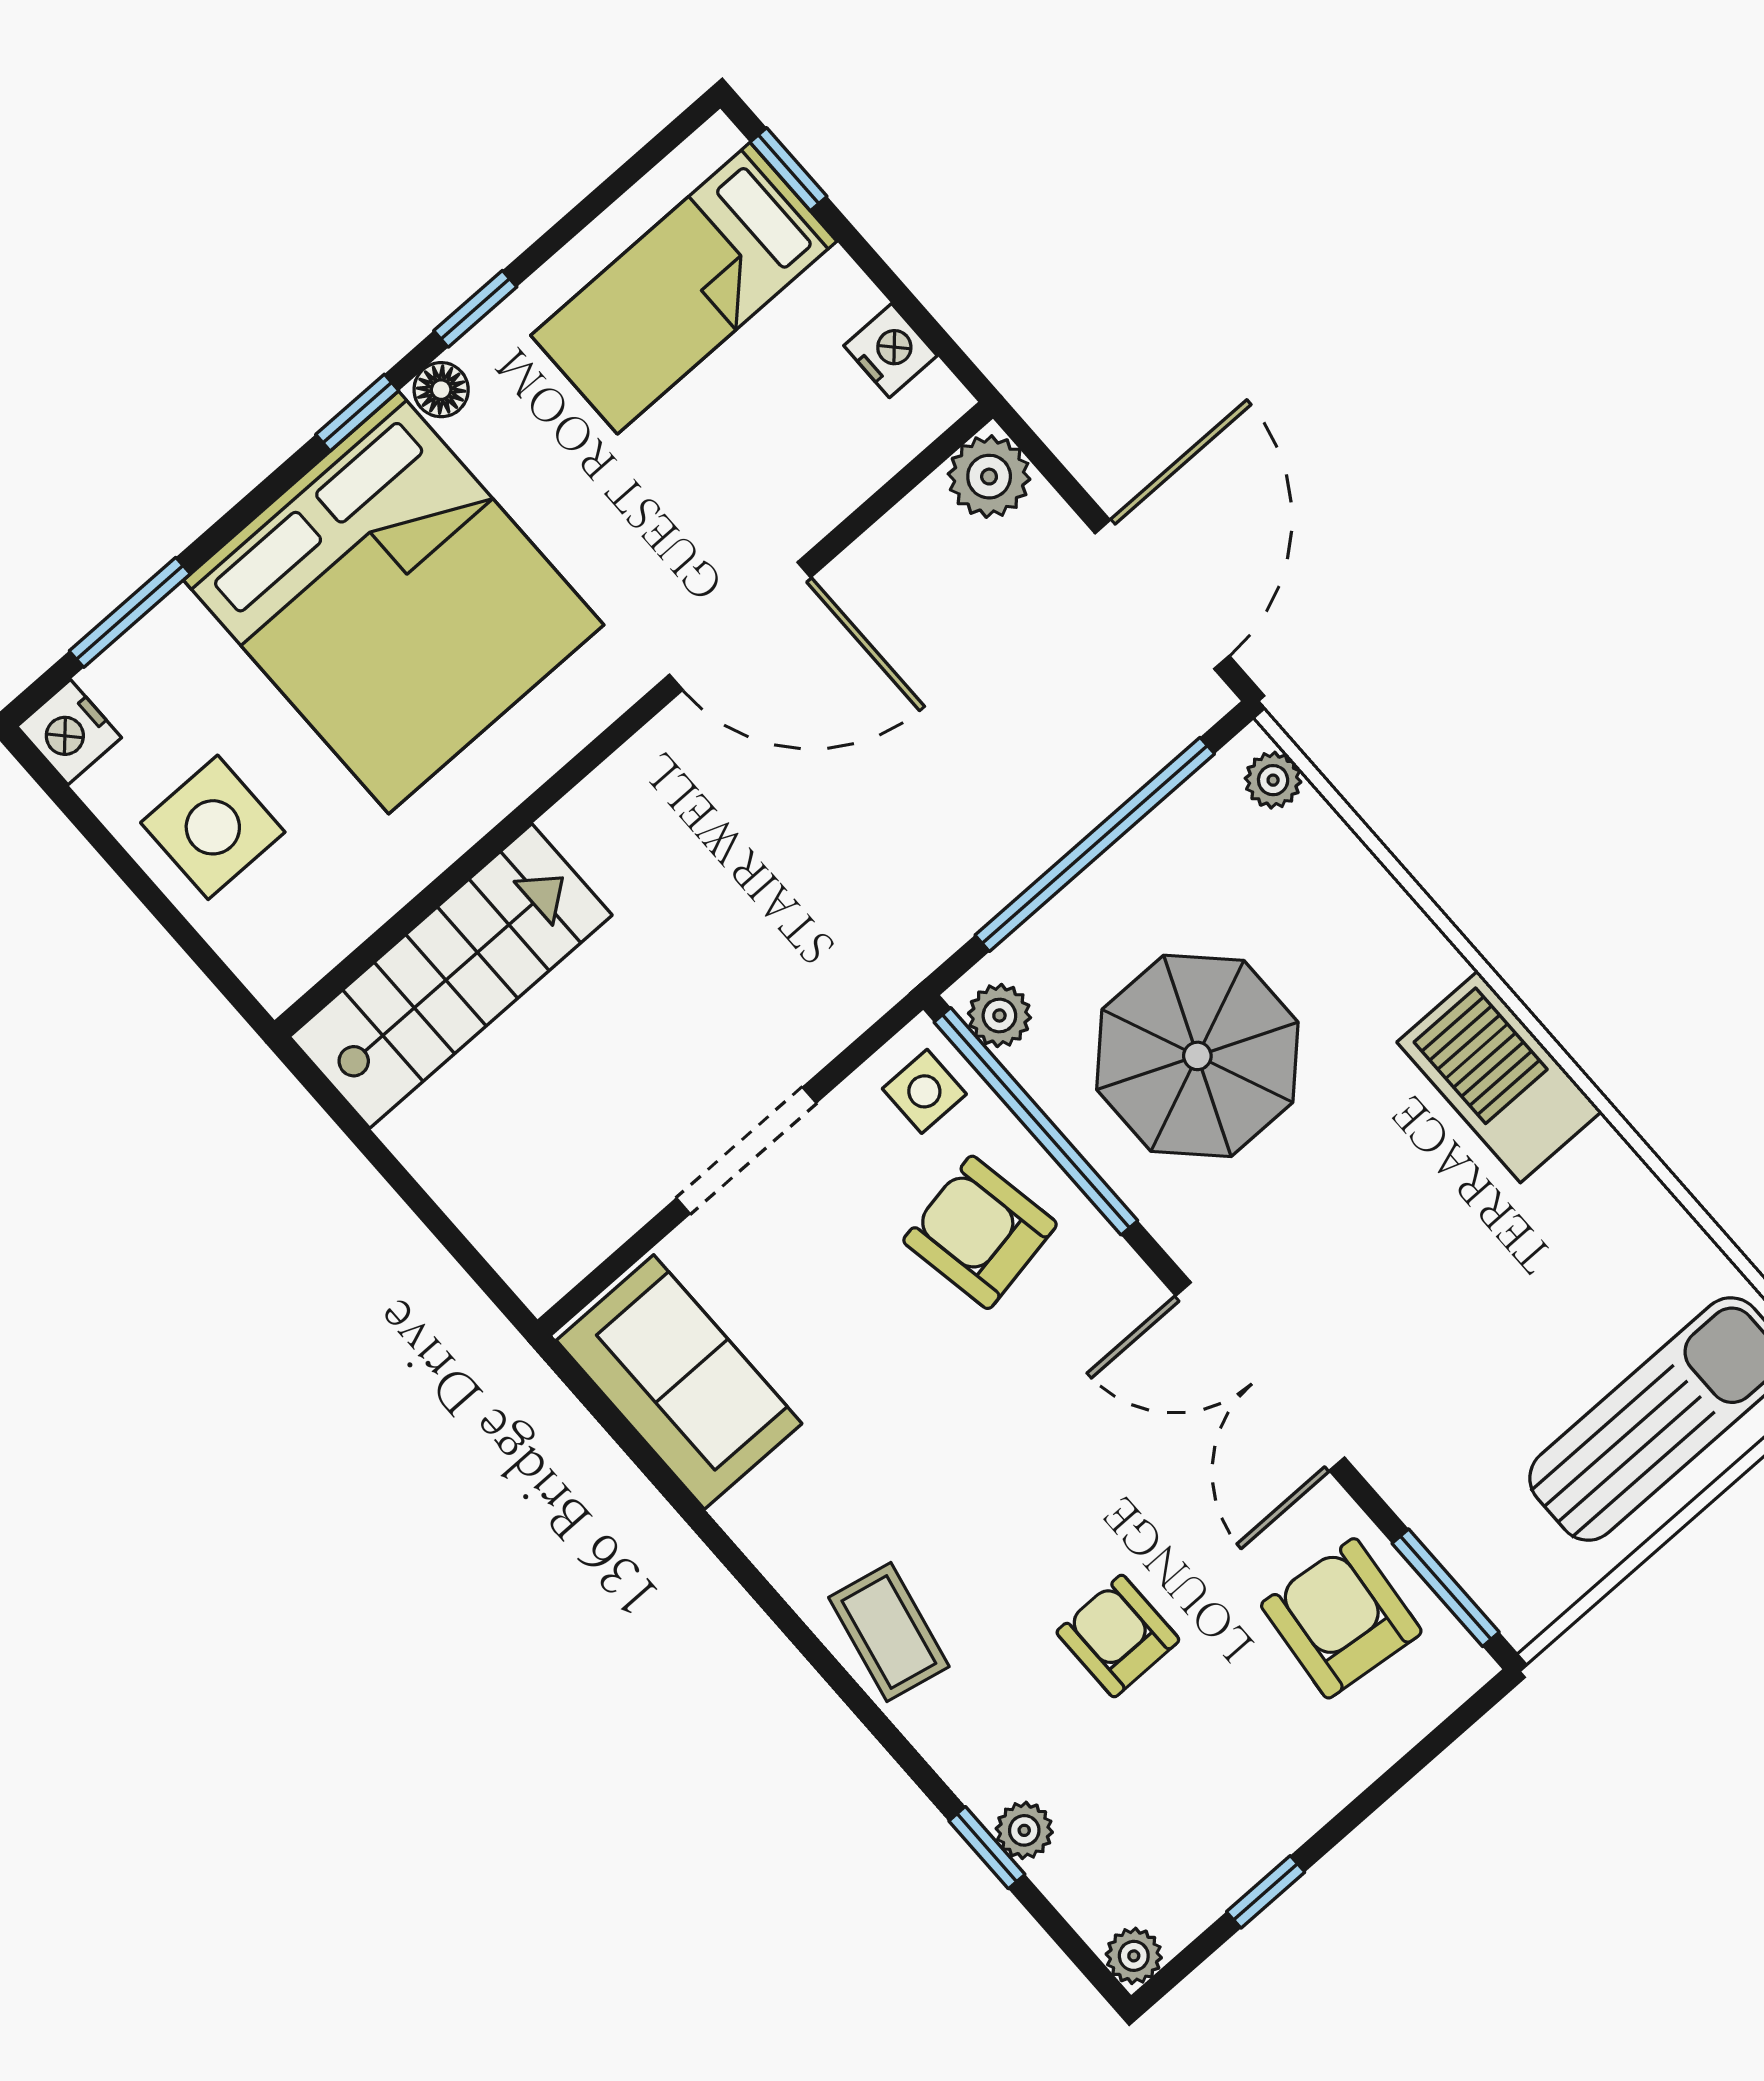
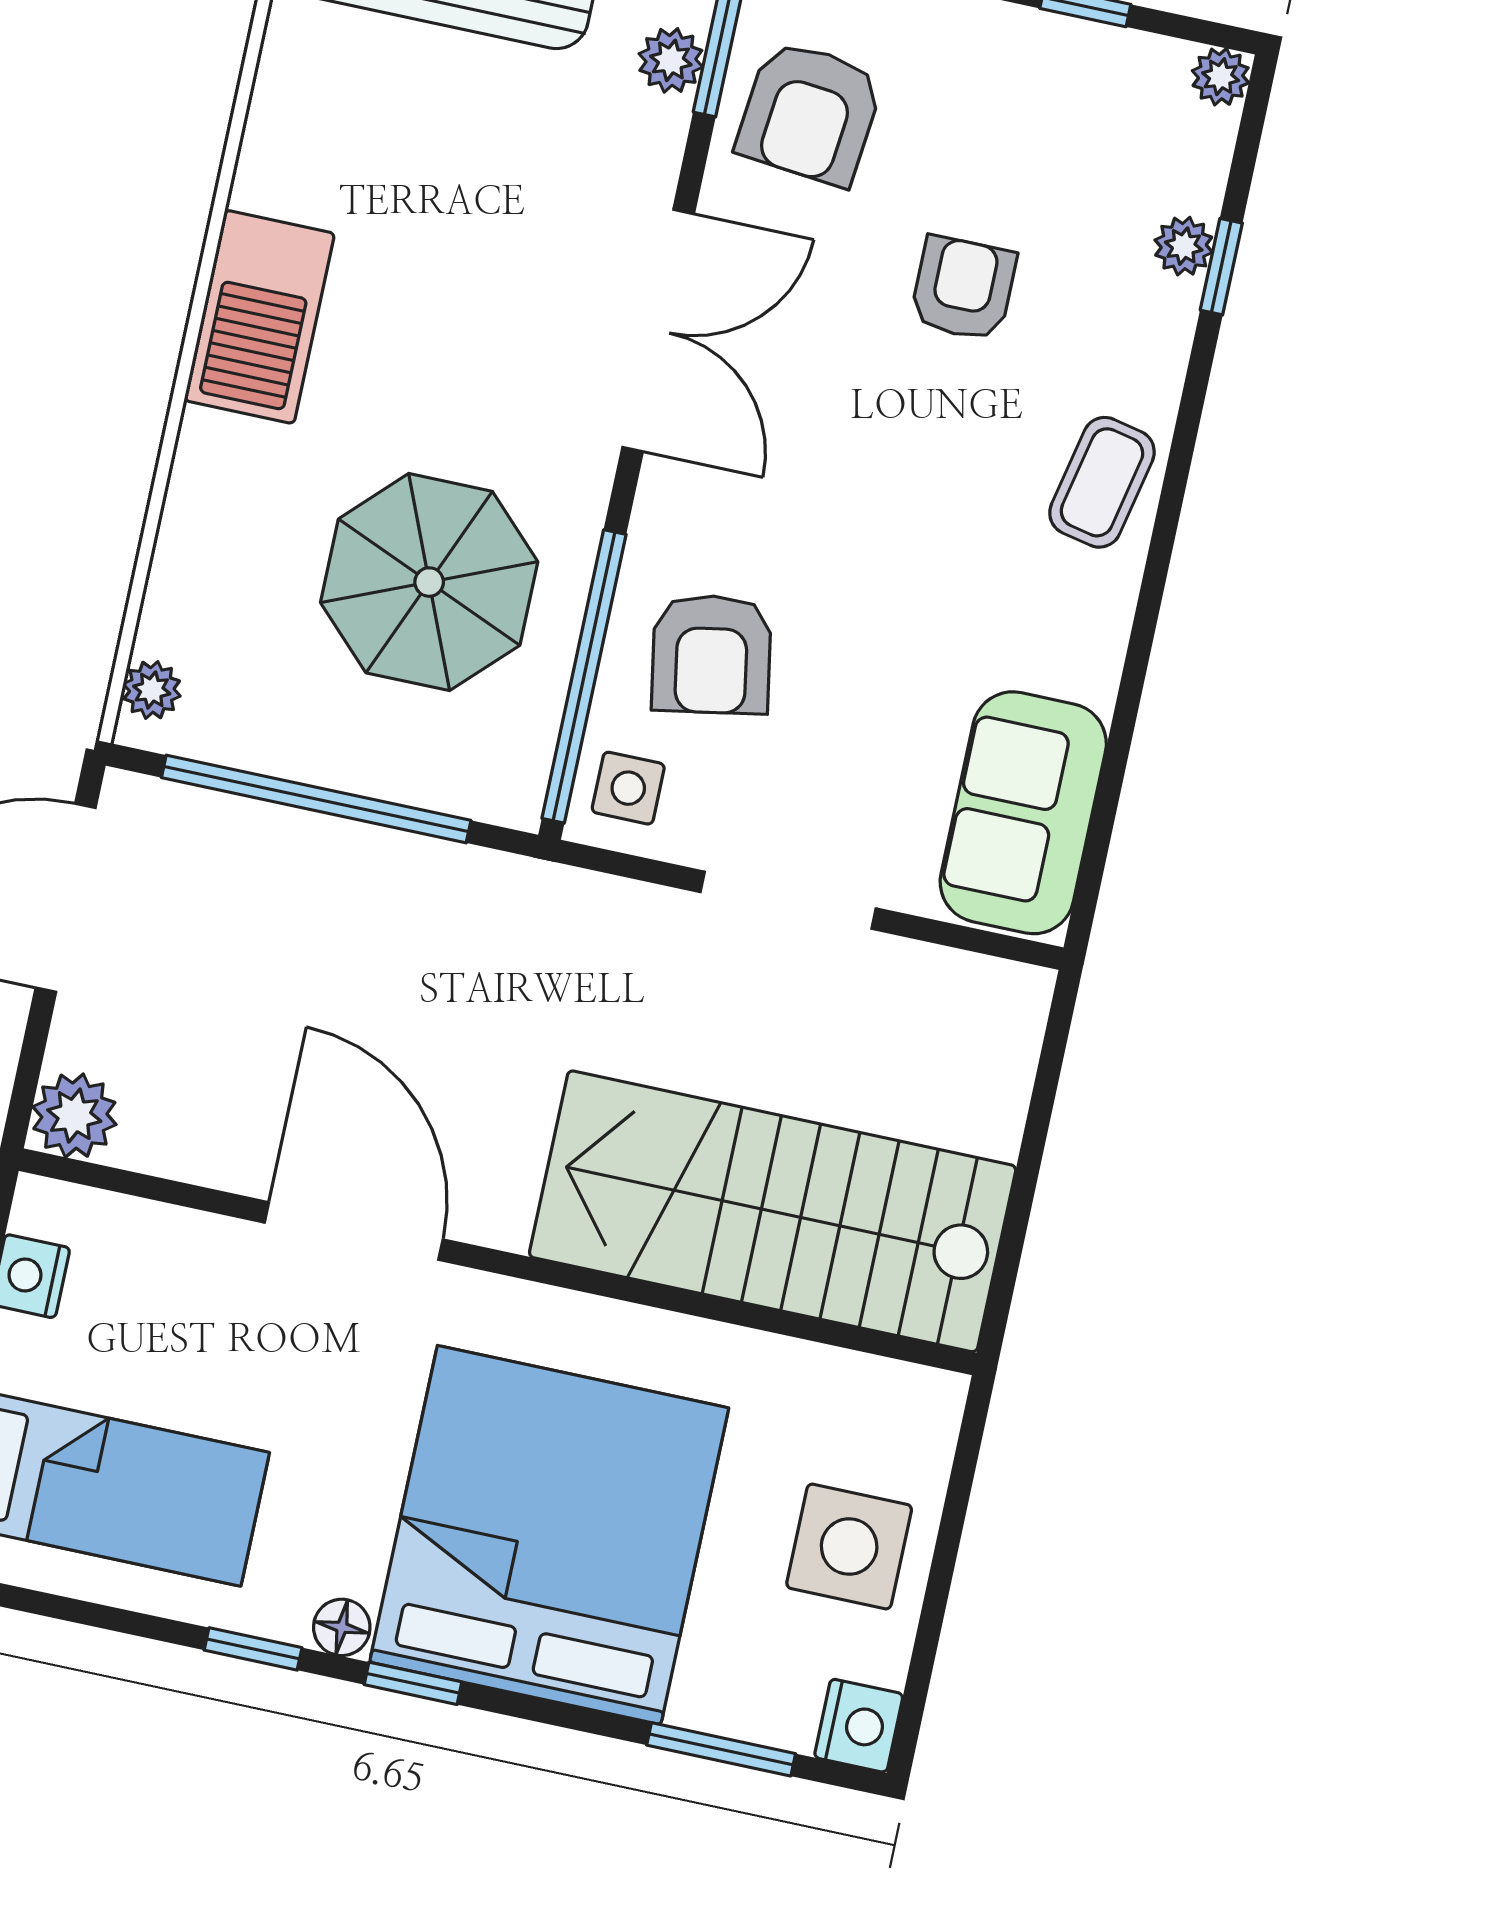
stairs: (451, 976) -> (773, 1211), width x1.36, depth x1.51
plant: (999, 1015) -> (671, 60), moved
armchair: (1118, 1636) -> (963, 288), turned 180

